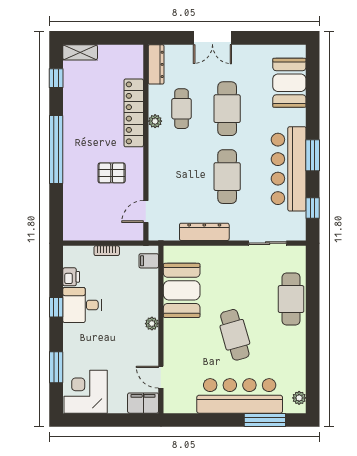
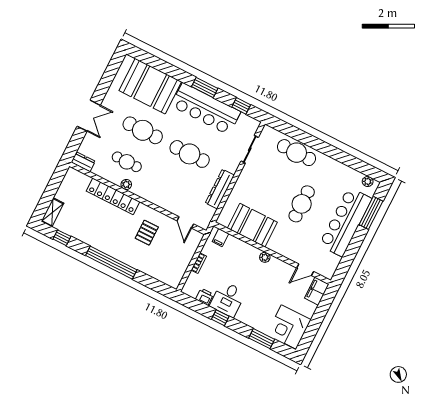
dresser: (156, 64) -> (83, 162), width x0.70
booth: (289, 83) -> (150, 86), width x1.36, depth x1.42
cafe table: (235, 335) -> (302, 204), turned -74

